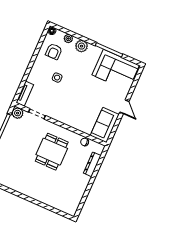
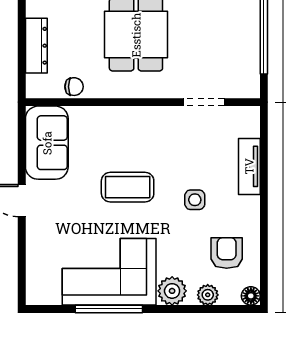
corner sofa: (116, 70) -> (109, 272), moved
tv unit: (25, 94) -> (249, 166), moved
coffee table: (81, 94) -> (128, 187), added
plant: (18, 113) -> (246, 85), removed

